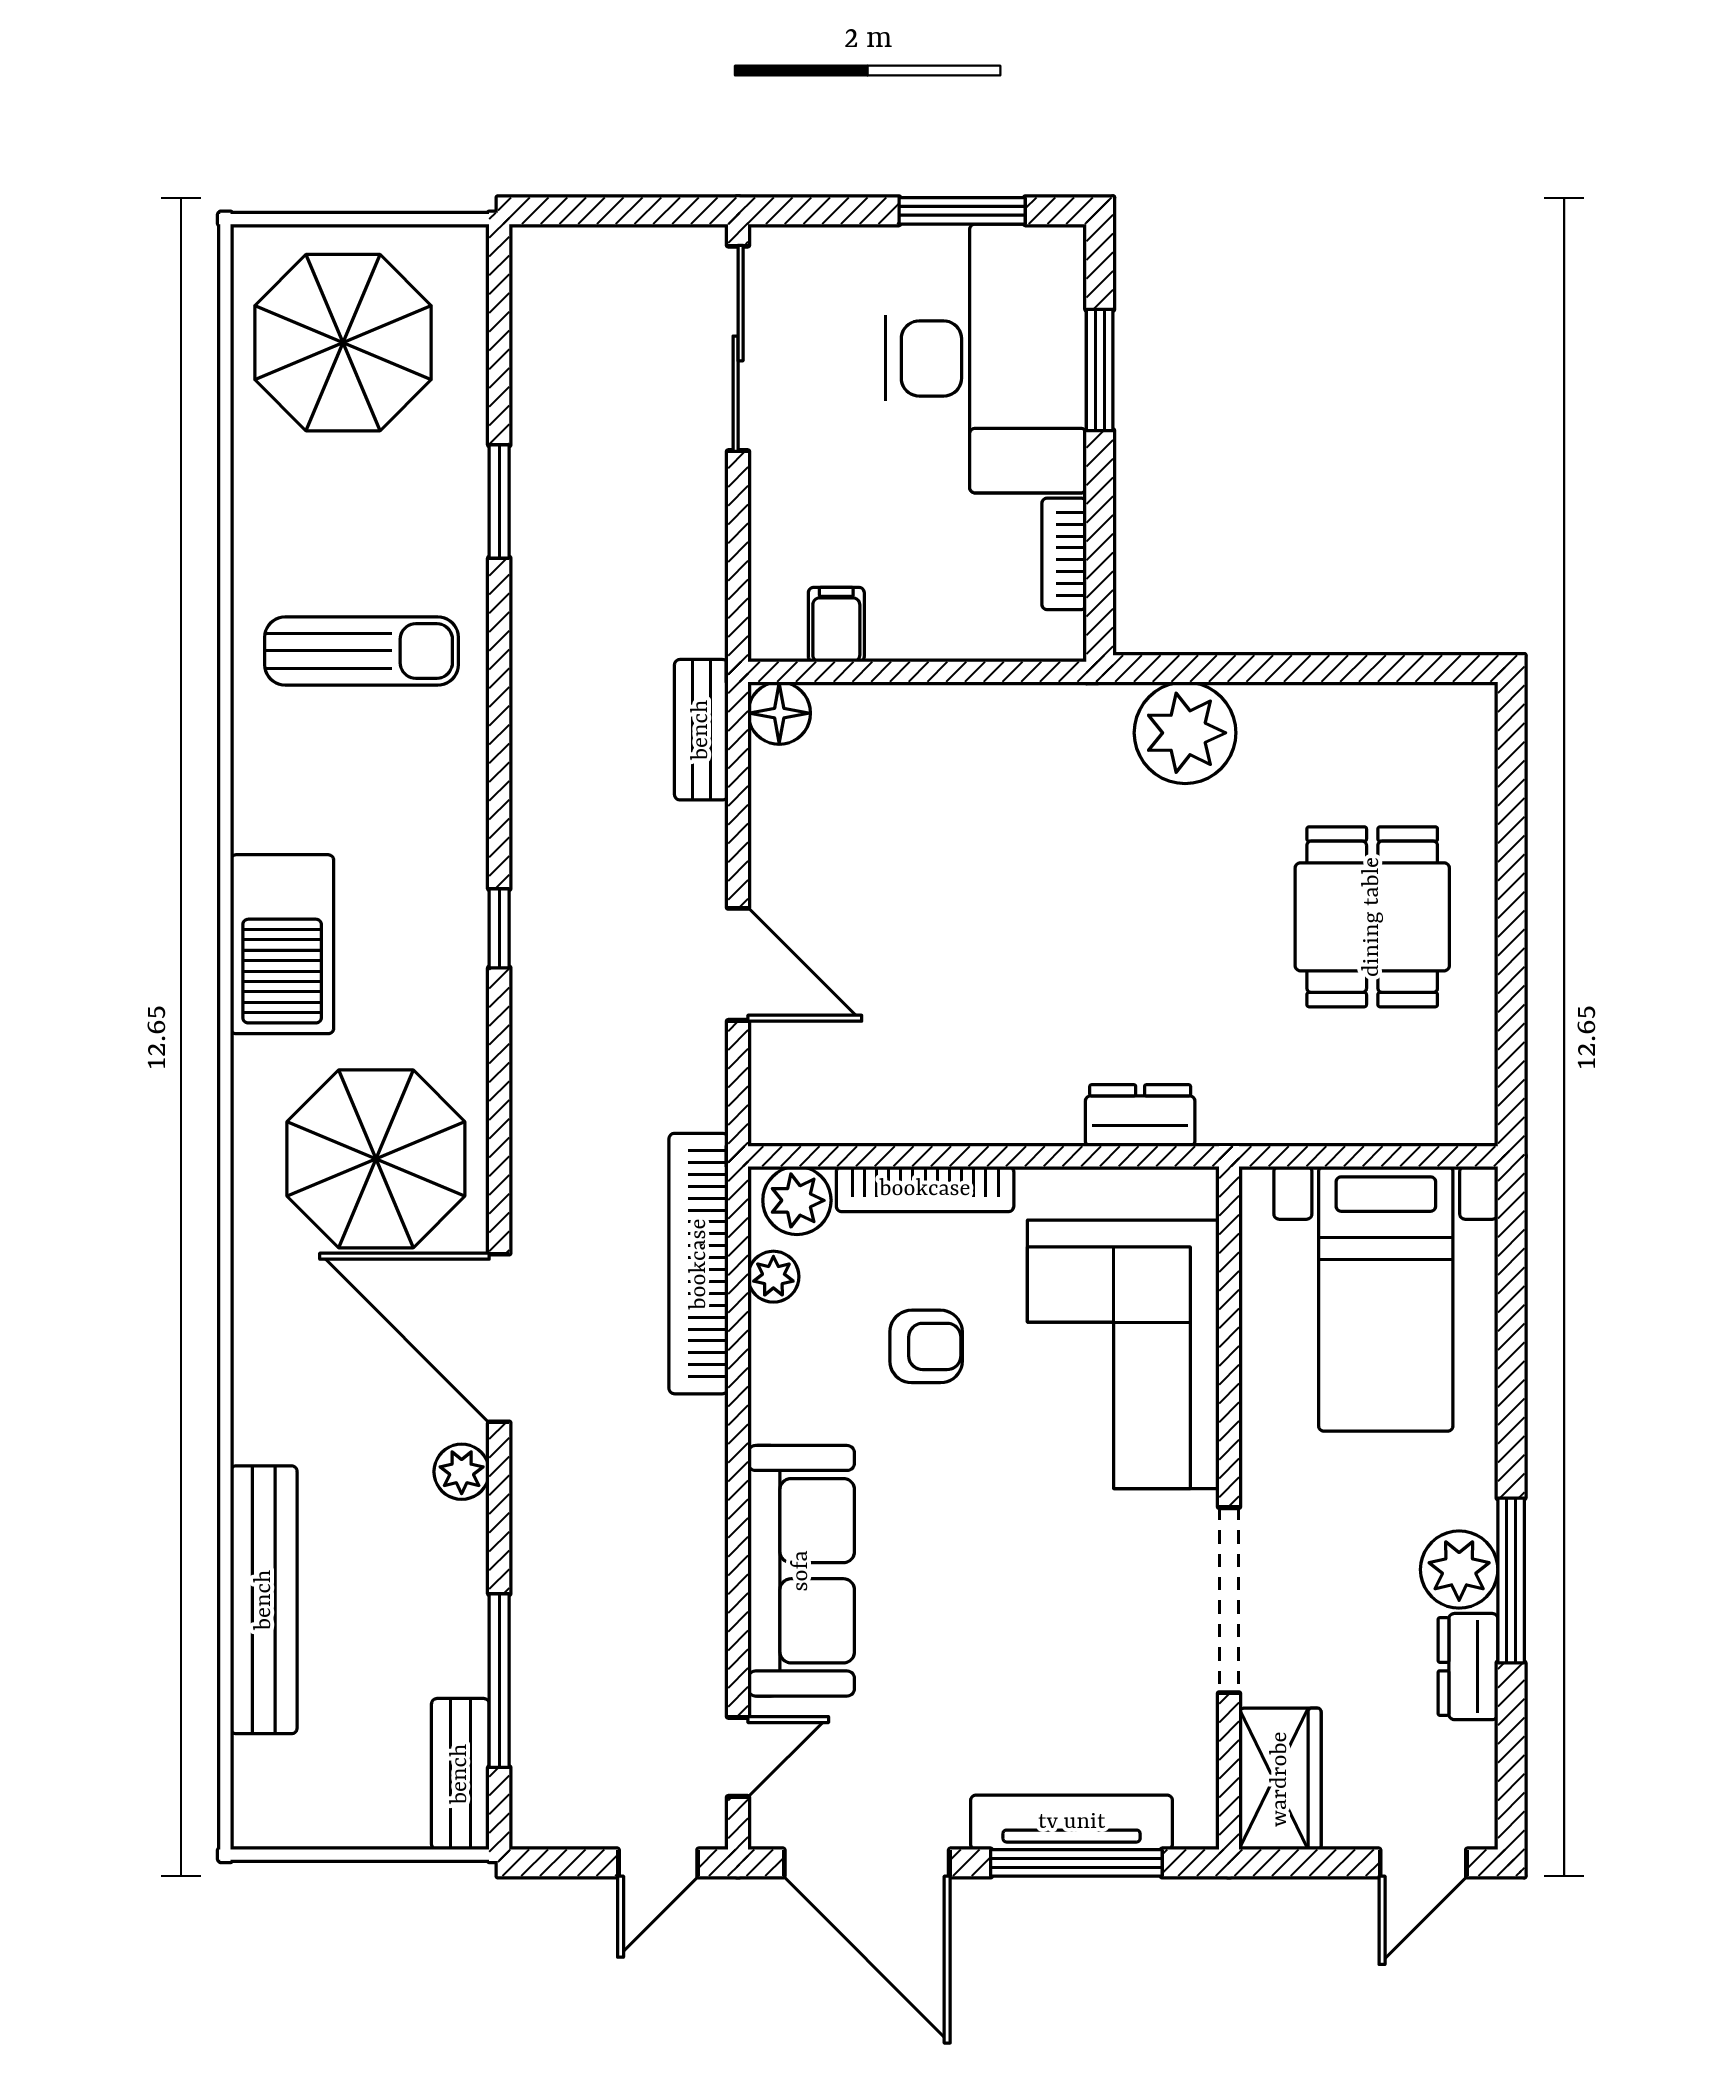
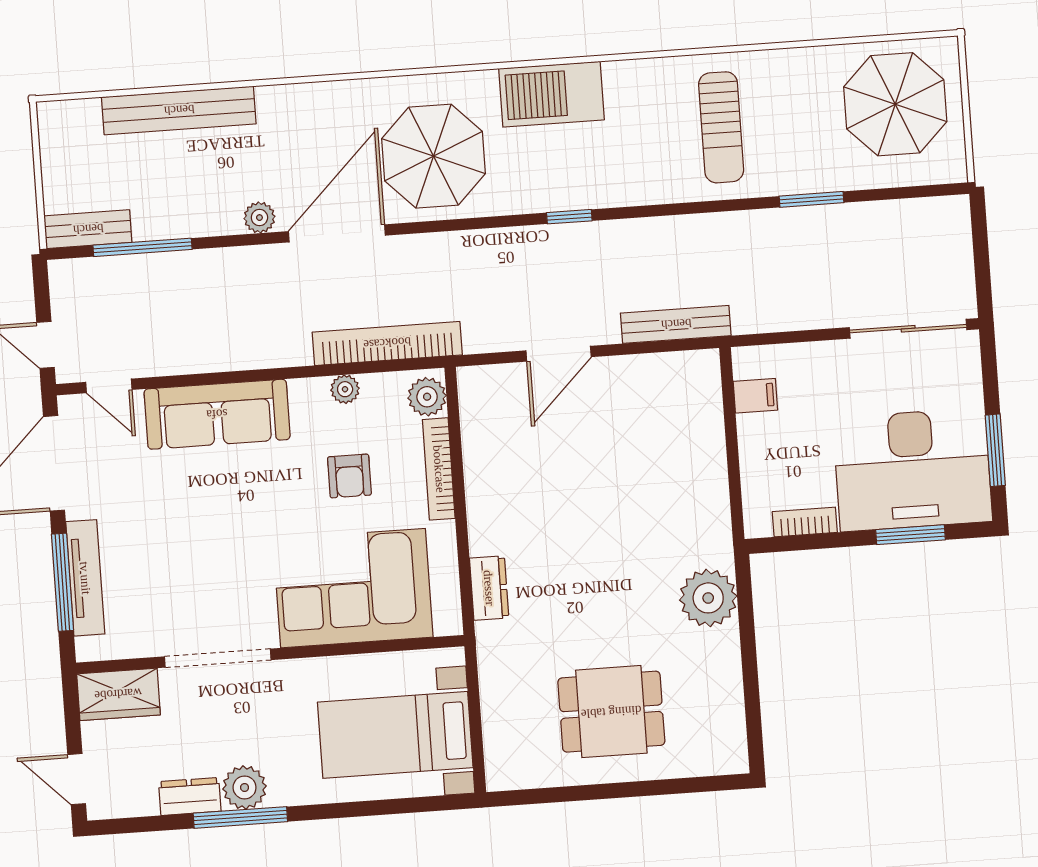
floor lamp: (779, 713) -> (703, 367), removed
bench: (701, 730) -> (676, 324), width x1.36
plant: (773, 1277) -> (345, 389), moved

